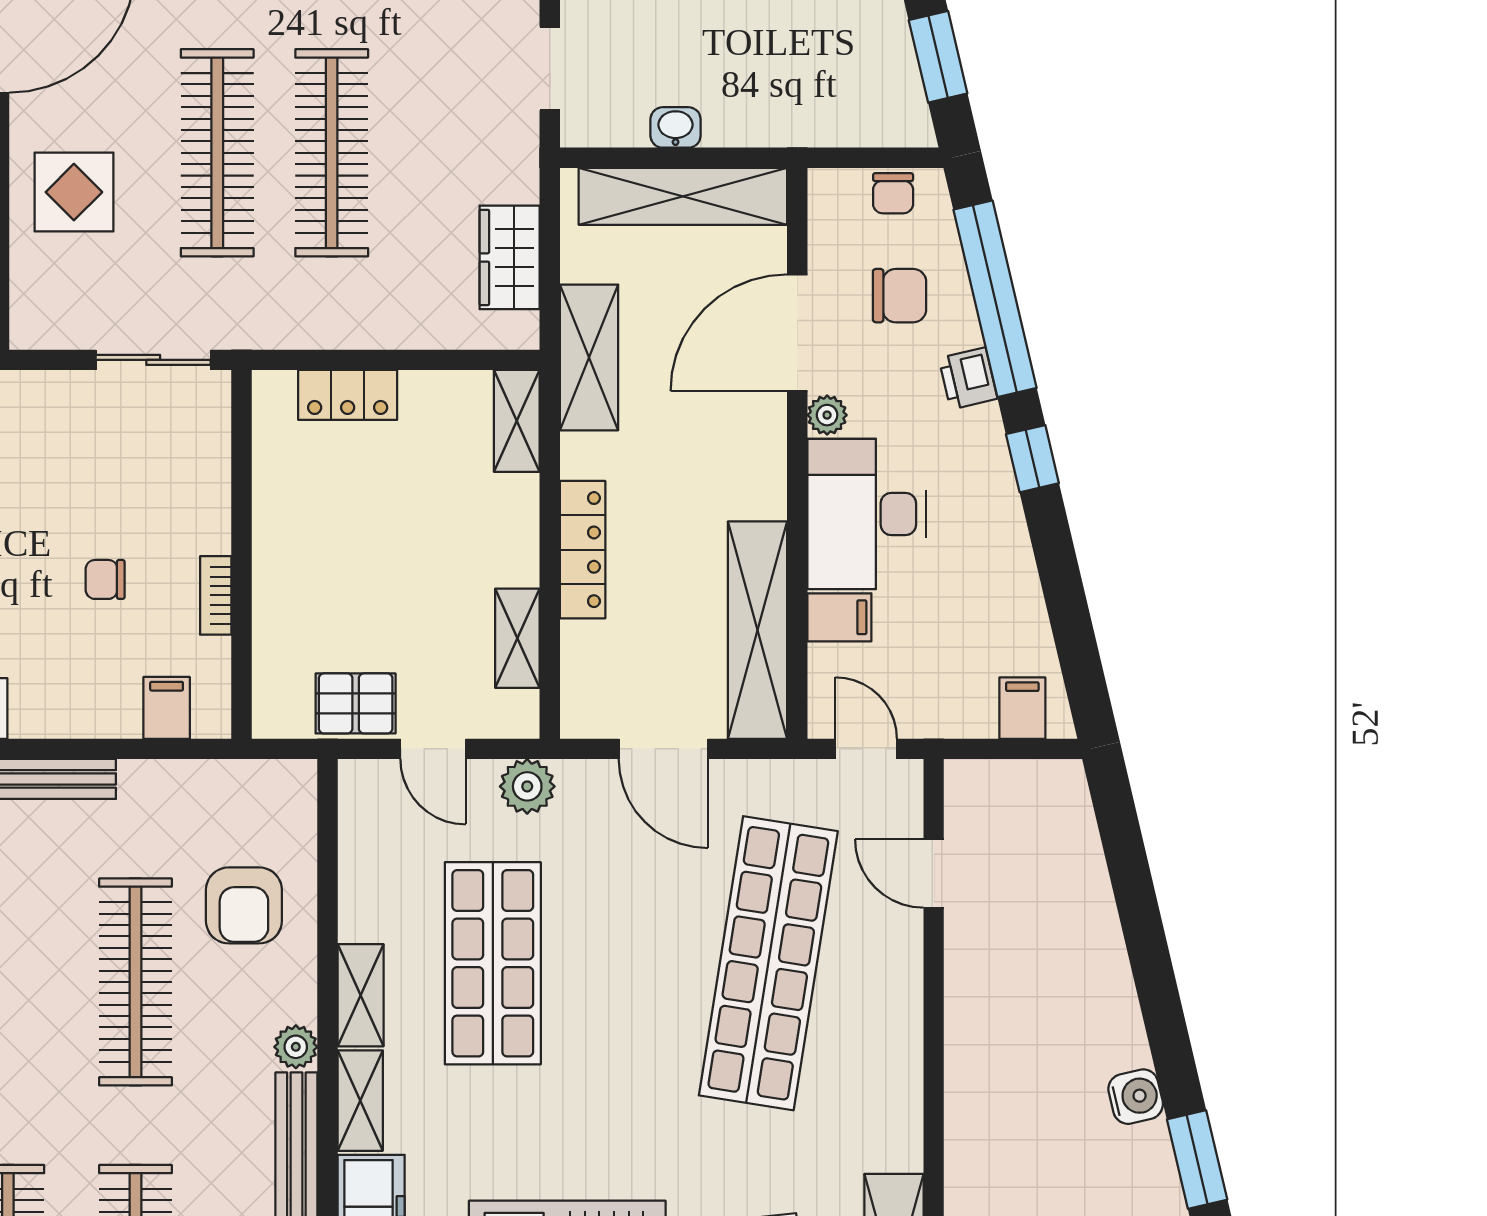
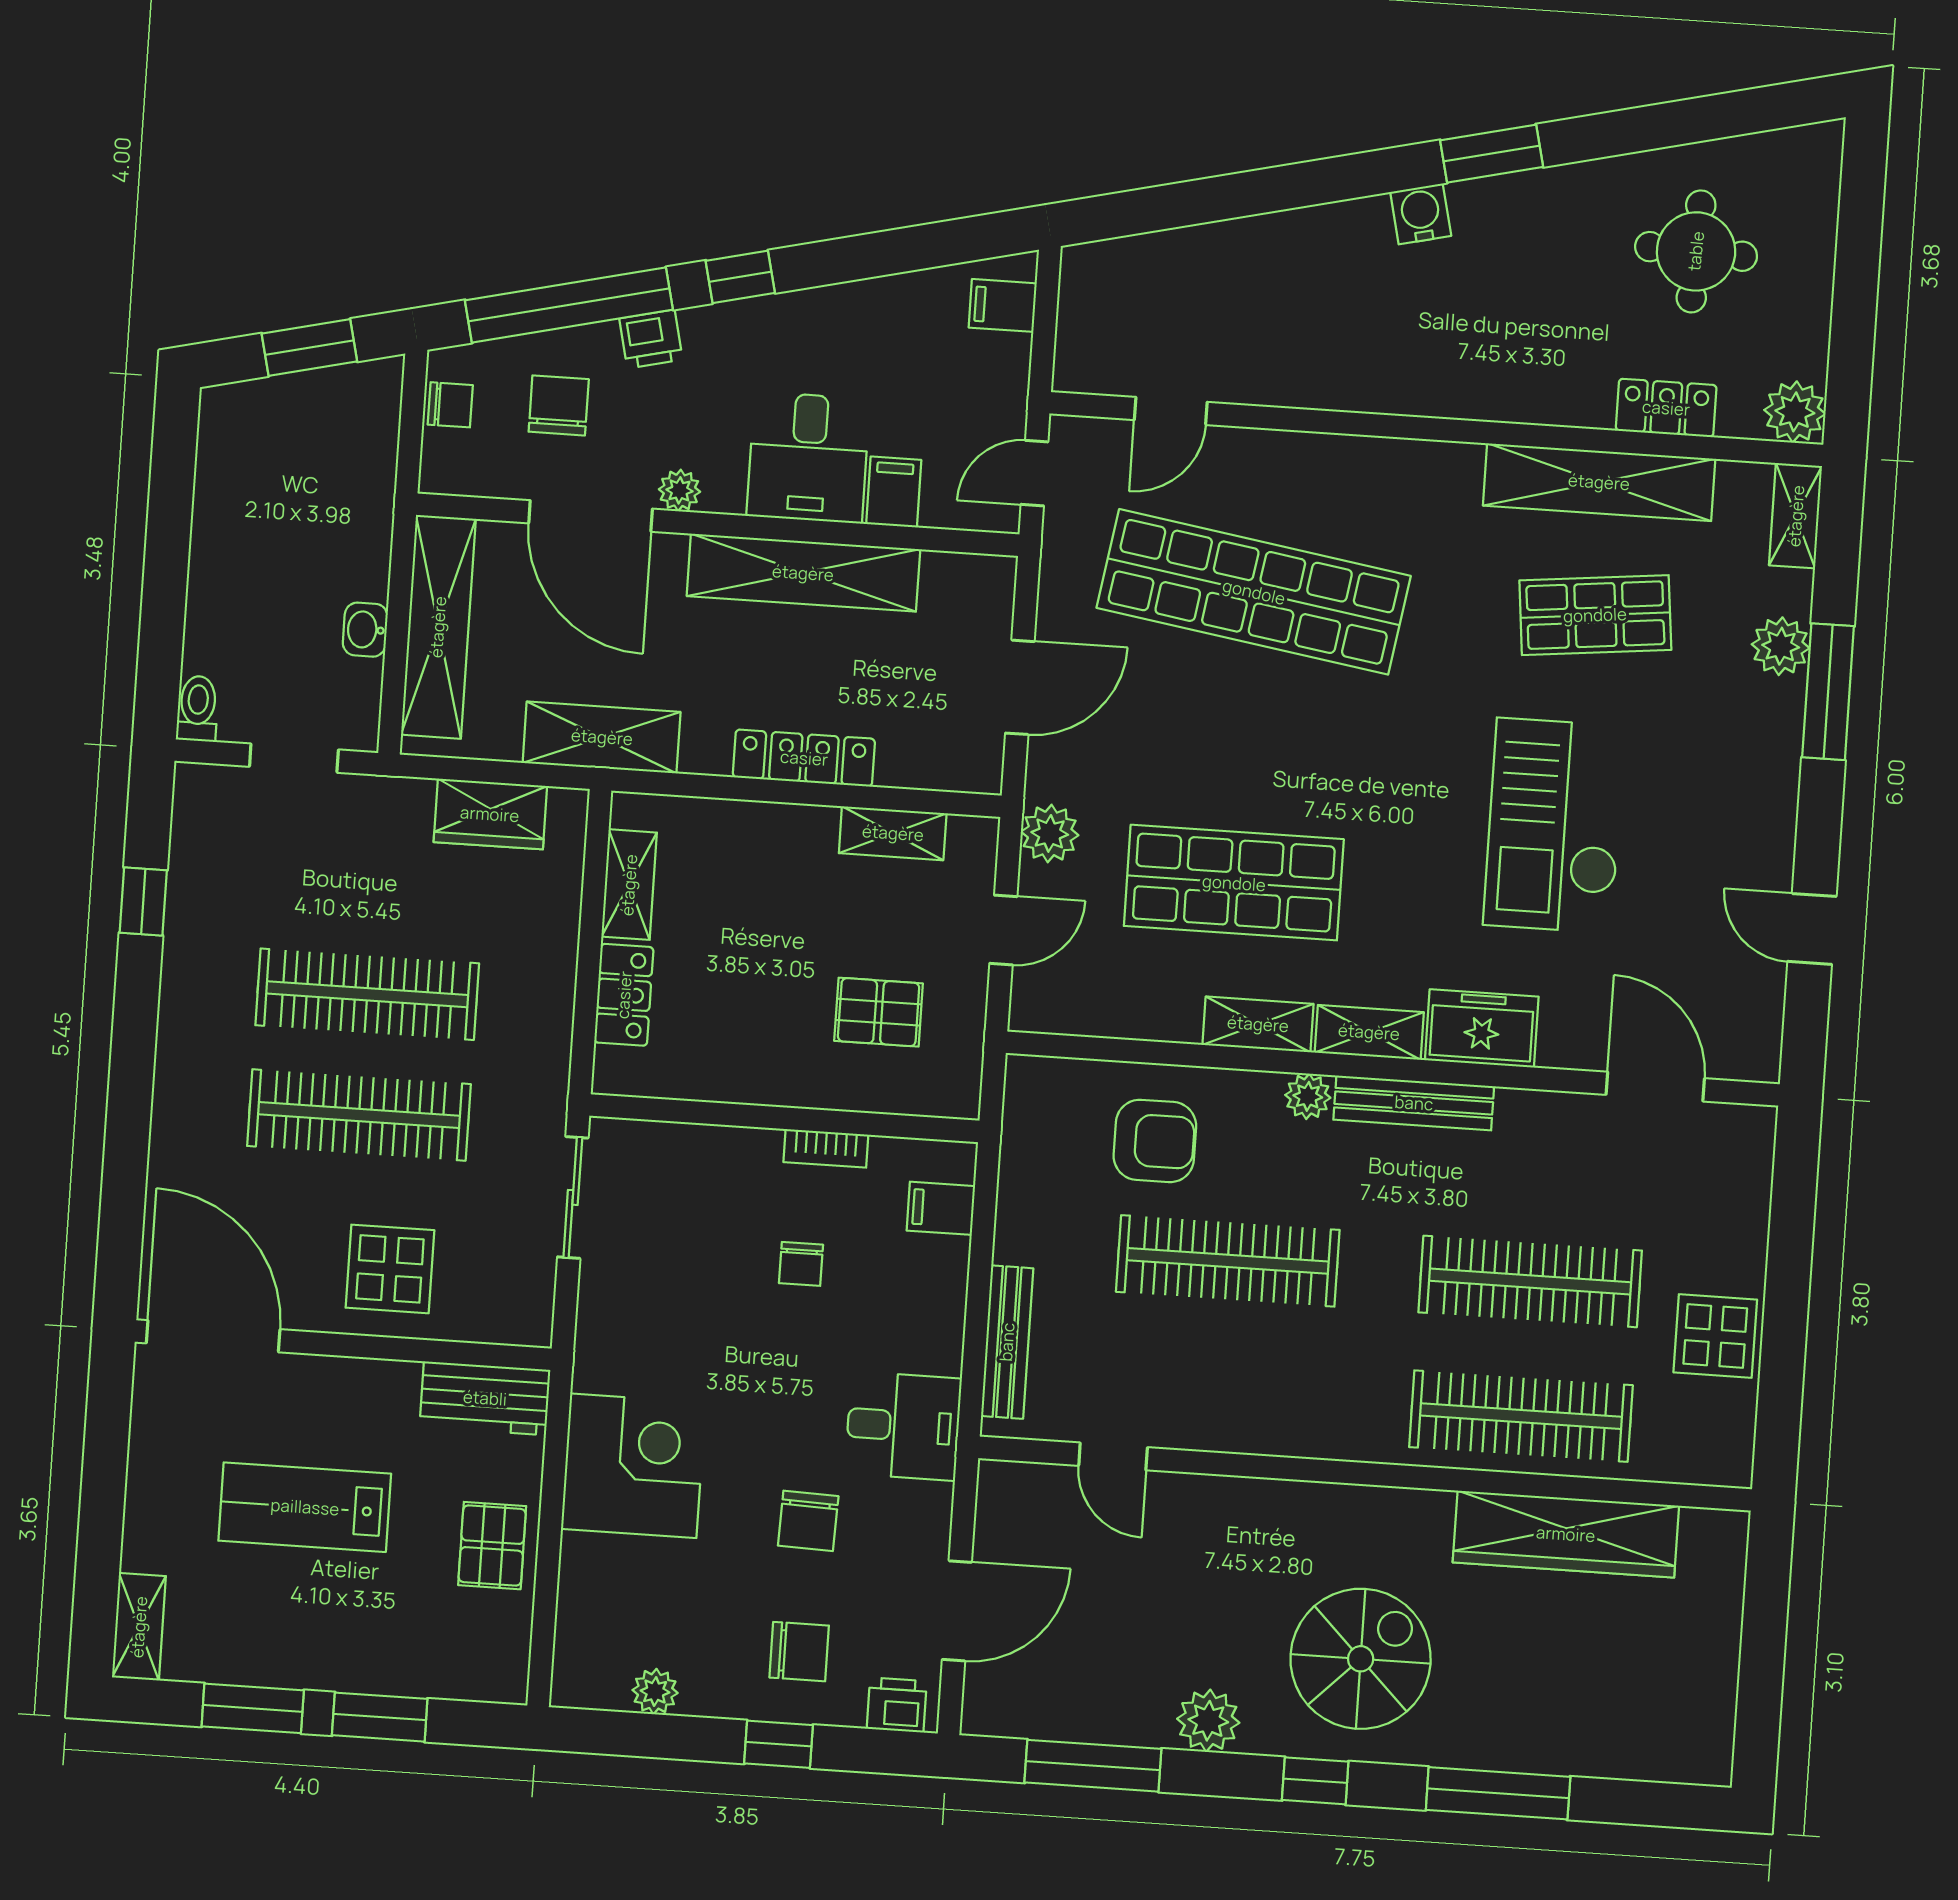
shelving: (517, 421) -> (629, 885), moved, turned 90
desk: (866, 514) -> (808, 457), width x0.73
shelving: (757, 630) -> (803, 573), moved
pallet: (356, 703) -> (879, 1012), moved, turned 90

